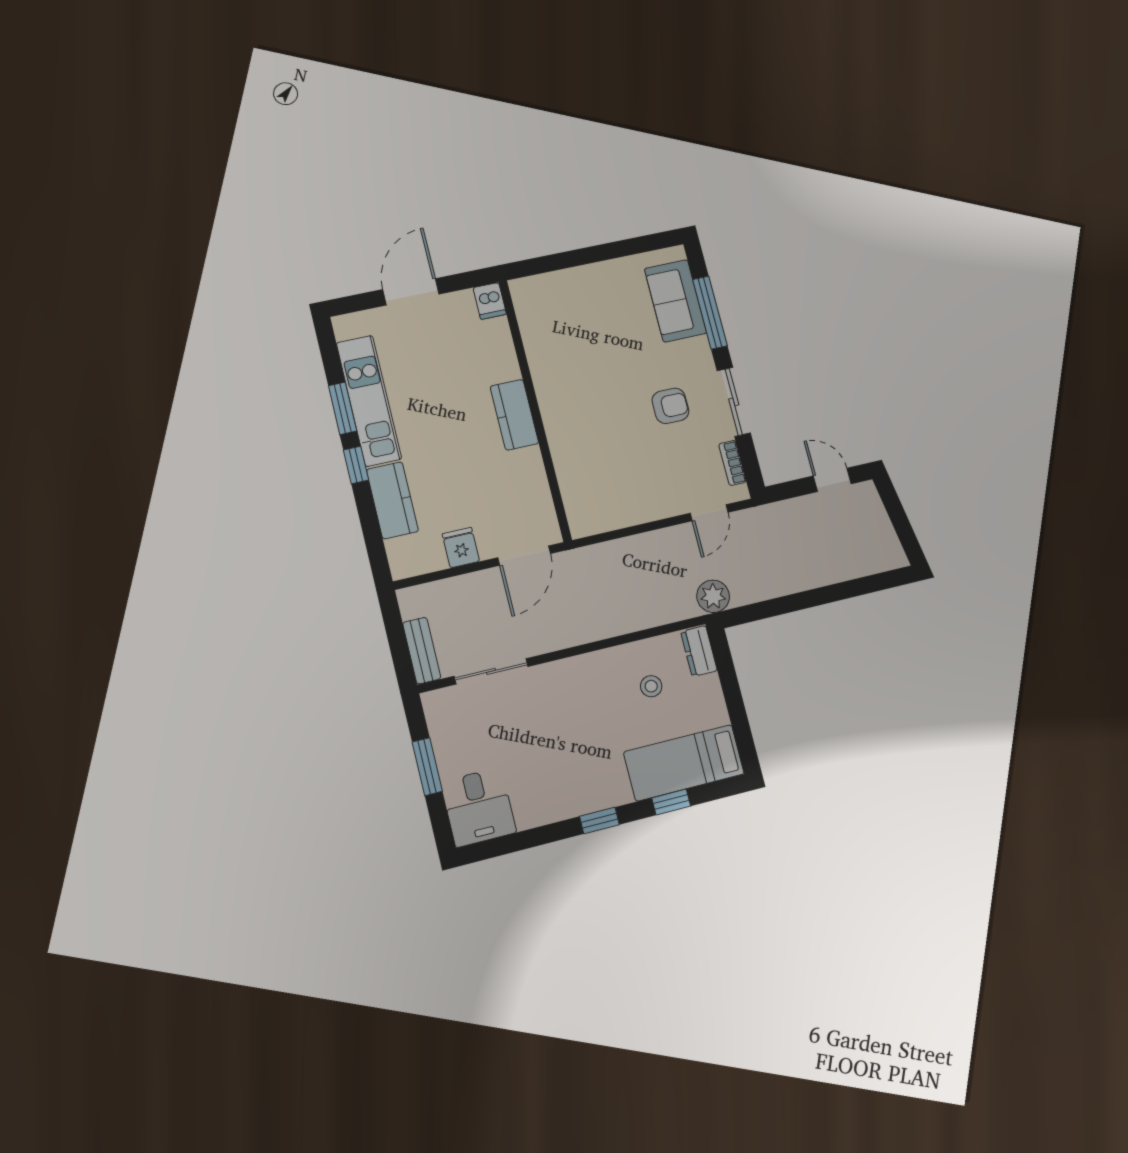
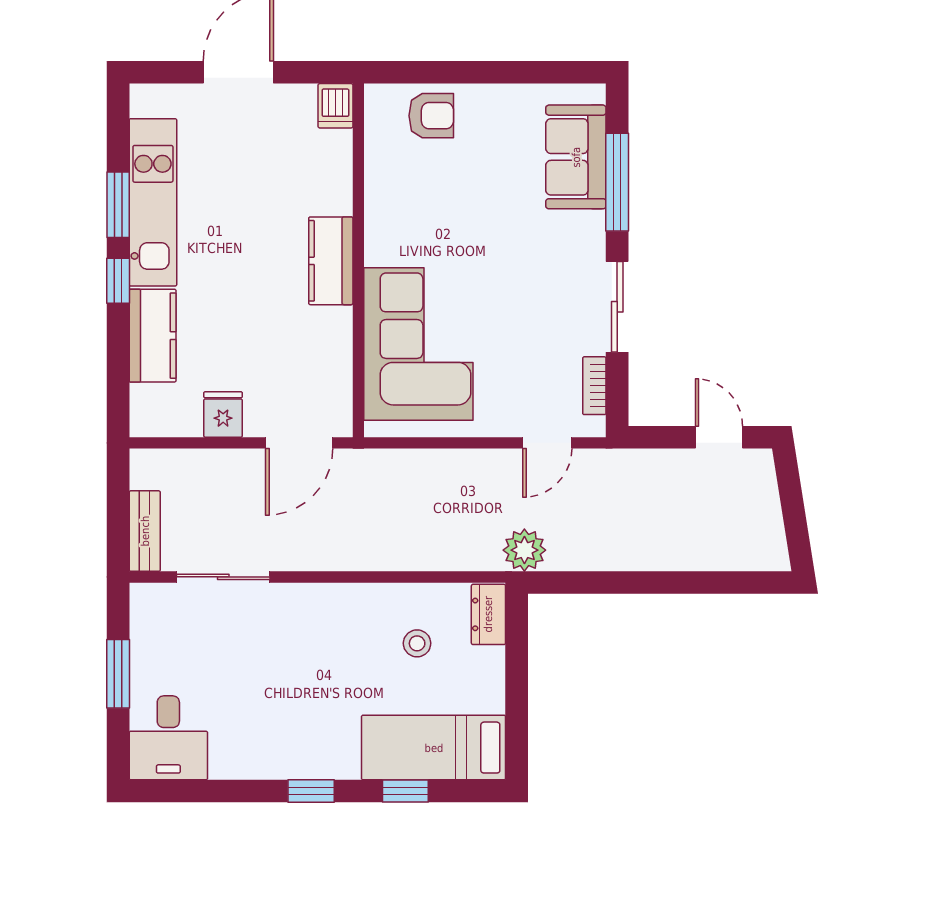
armchair: (670, 406) -> (431, 116), moved
corner sofa: (595, 461) -> (418, 344), added

